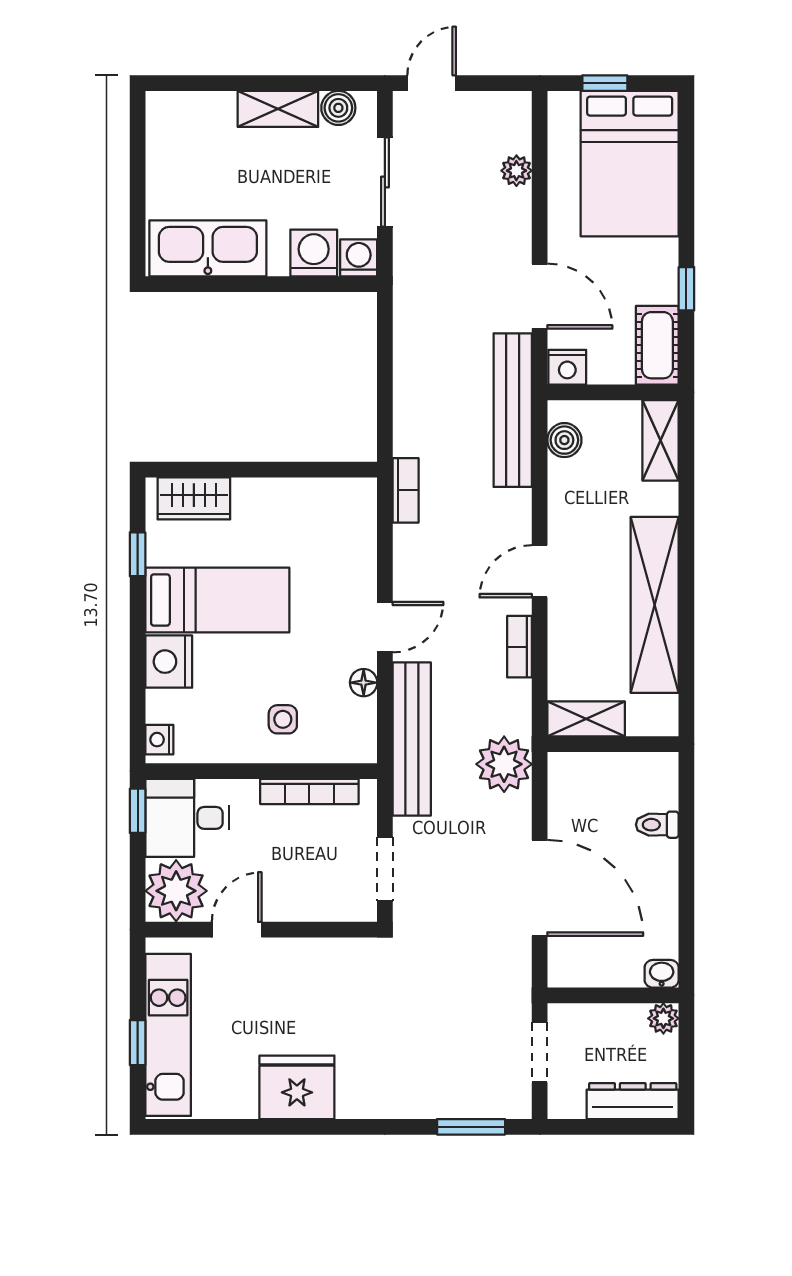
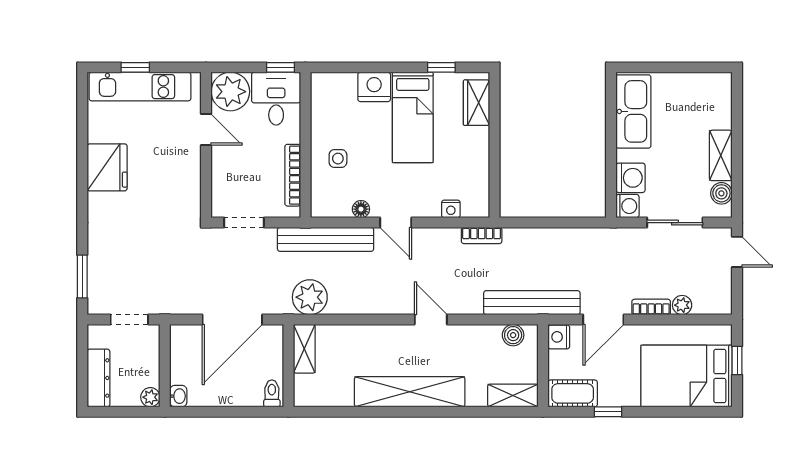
bookcase: (520, 647) -> (651, 307), moved
shelving: (586, 719) -> (304, 349), moved
nightstand: (159, 740) -> (451, 209), moved, turned 180
wall: (613, 744) -> (288, 366), moved

